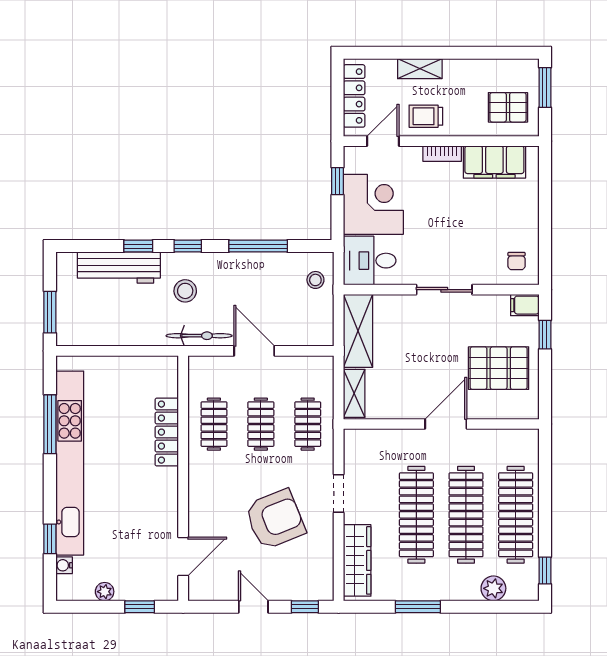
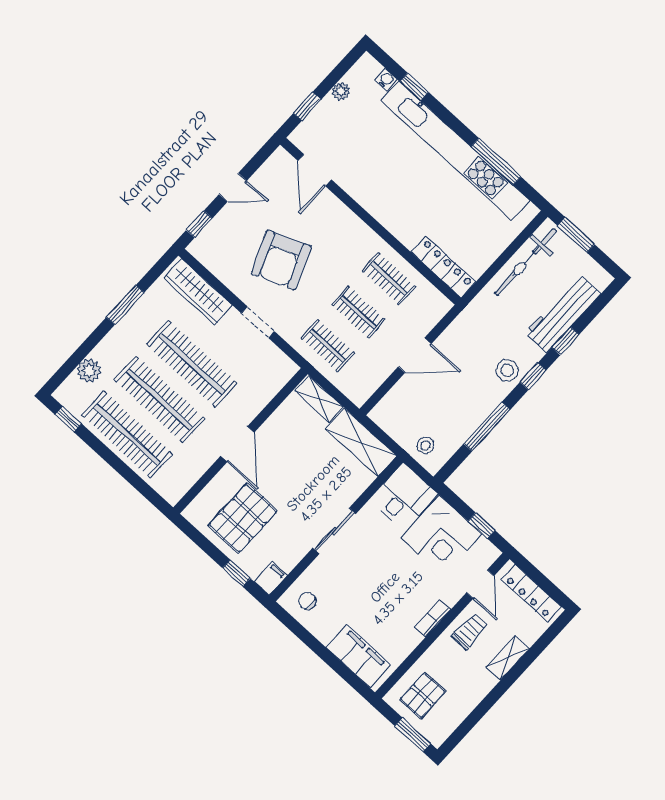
filing cabinet: (494, 162) -> (358, 656), moved, turned 90
stool: (185, 291) -> (507, 370), moved
bicycle: (199, 336) -> (526, 262), moved, width x1.37, depth x1.40
locker: (167, 432) -> (444, 267), moved

